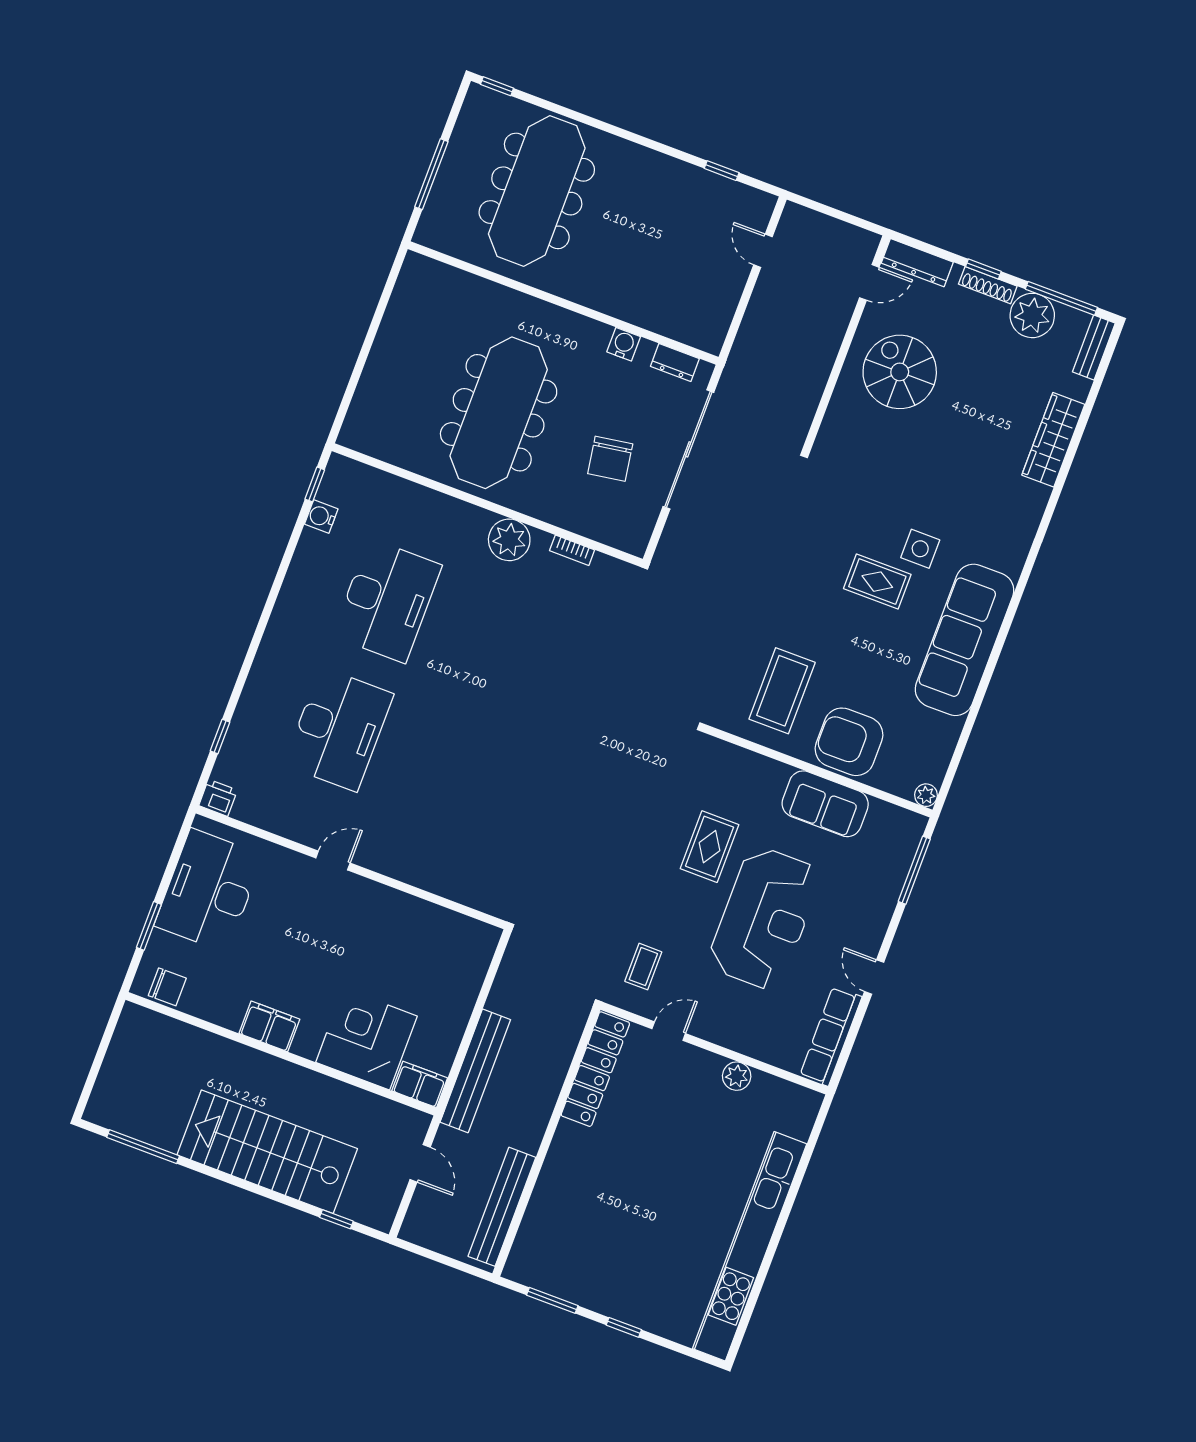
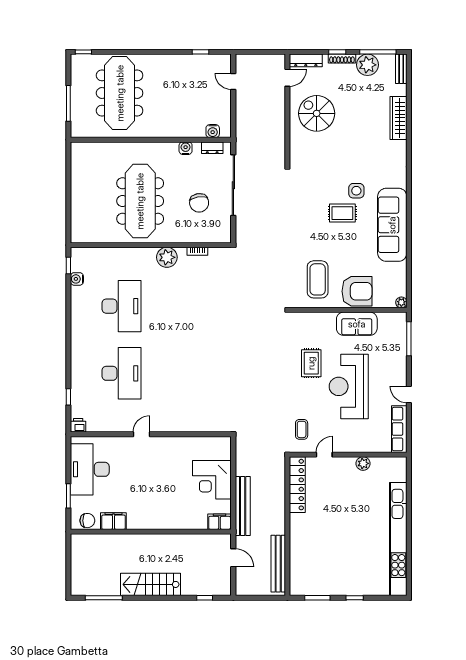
water cooler: (688, 331) -> (213, 131), added
armchair: (849, 742) -> (357, 291), turned 180
reception desk: (765, 918) -> (349, 386), turned 180
filing cabinet: (269, 1026) -> (113, 521), moved
corner desk: (367, 1039) -> (212, 480), moved, turned -90
stairs: (267, 1152) -> (151, 584), width x0.73, depth x0.66

